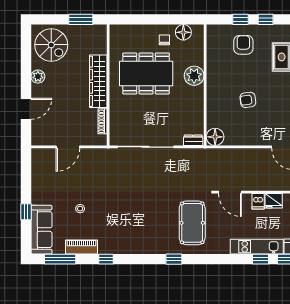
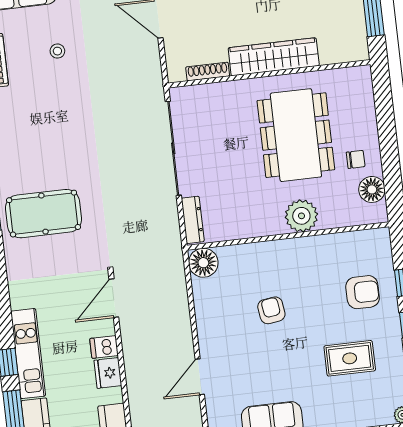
dresser: (193, 140) -> (193, 220), width x1.44
pool table: (192, 223) -> (43, 214), moved

